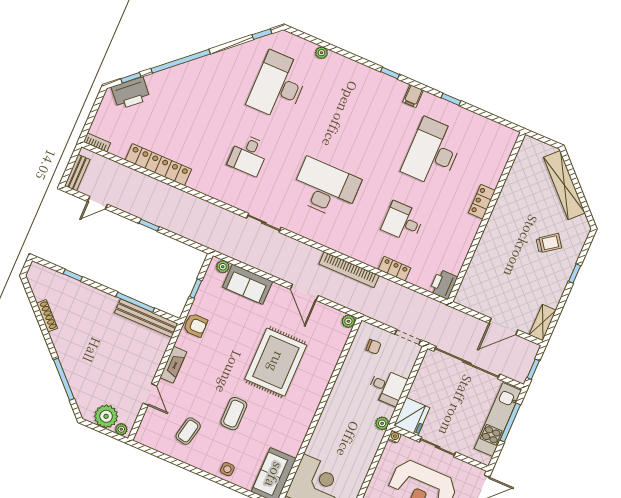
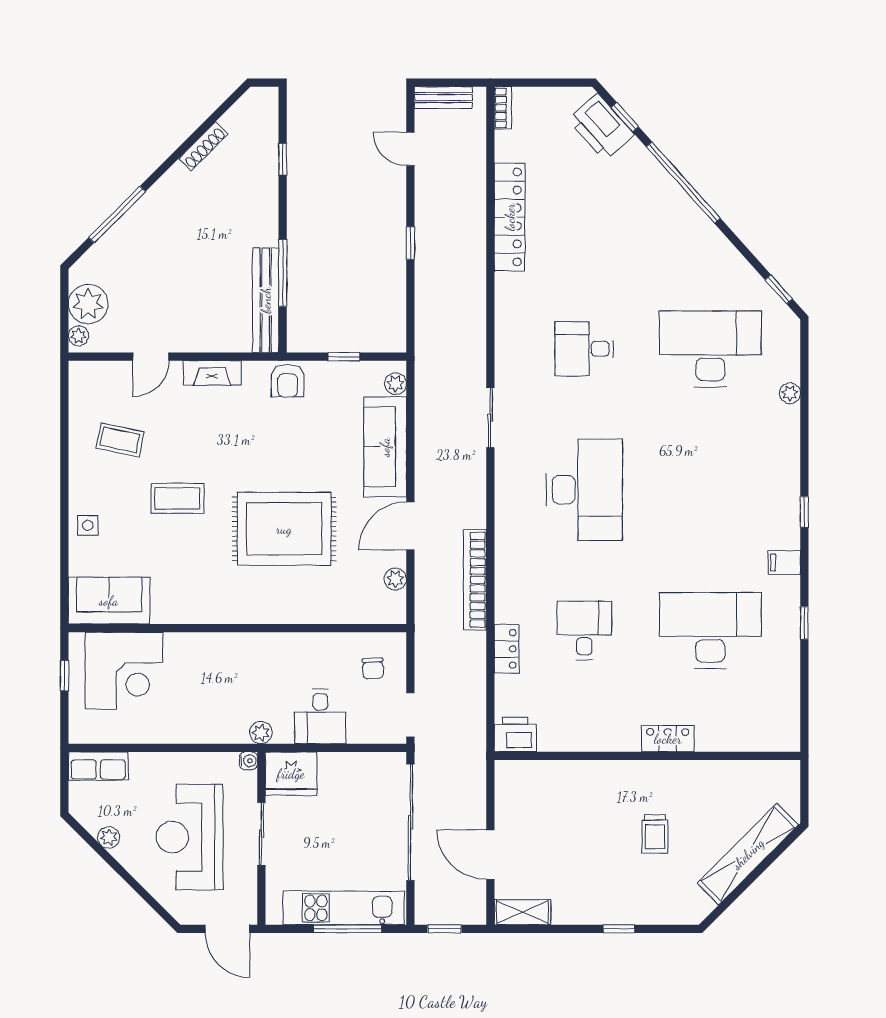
trolley: (549, 243) -> (655, 834), moved, turned 36
sofa: (248, 284) -> (385, 447), width x1.36
plant: (348, 321) -> (395, 579), moved

